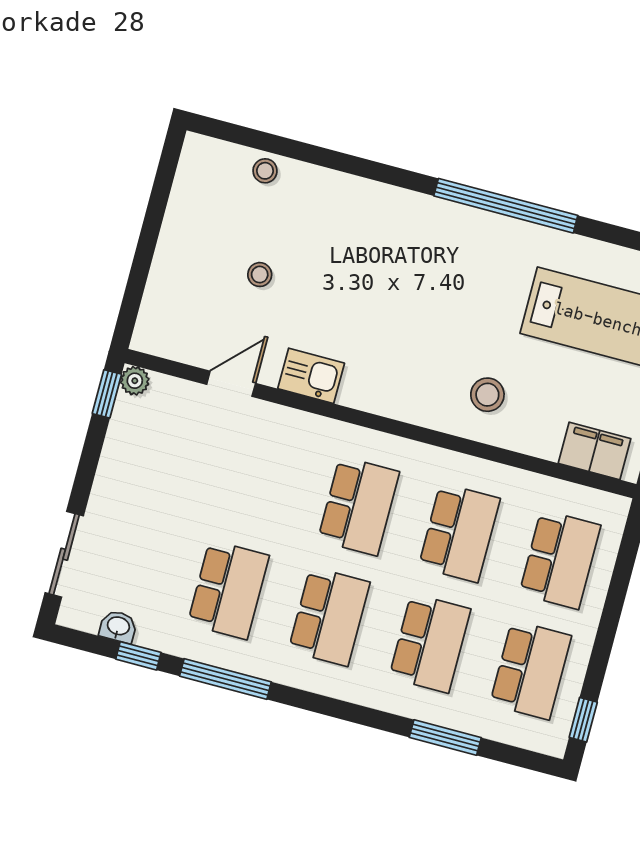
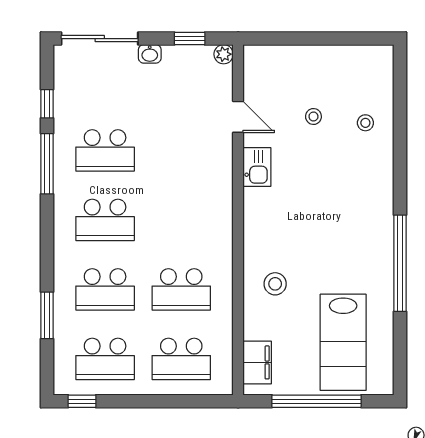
stool: (265, 171) -> (365, 123), moved
window: (107, 394) -> (190, 39), moved
school desk: (359, 506) -> (181, 220), removed
sliding door: (64, 554) -> (100, 39), width x1.37
washbasin: (118, 627) -> (150, 54), moved, turned 90

